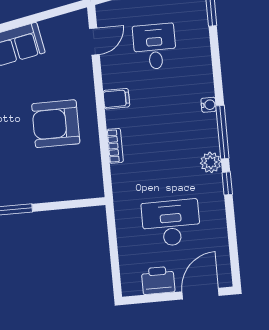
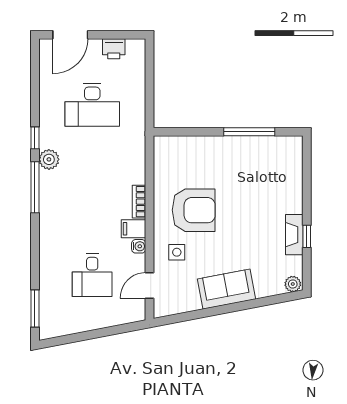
side table: (69, 79) -> (177, 252), added
water cooler: (209, 105) -> (139, 246), moved, turned 180
bookcase: (115, 146) -> (139, 202), moved
printer: (158, 280) -> (114, 49), width x0.73, depth x0.81

